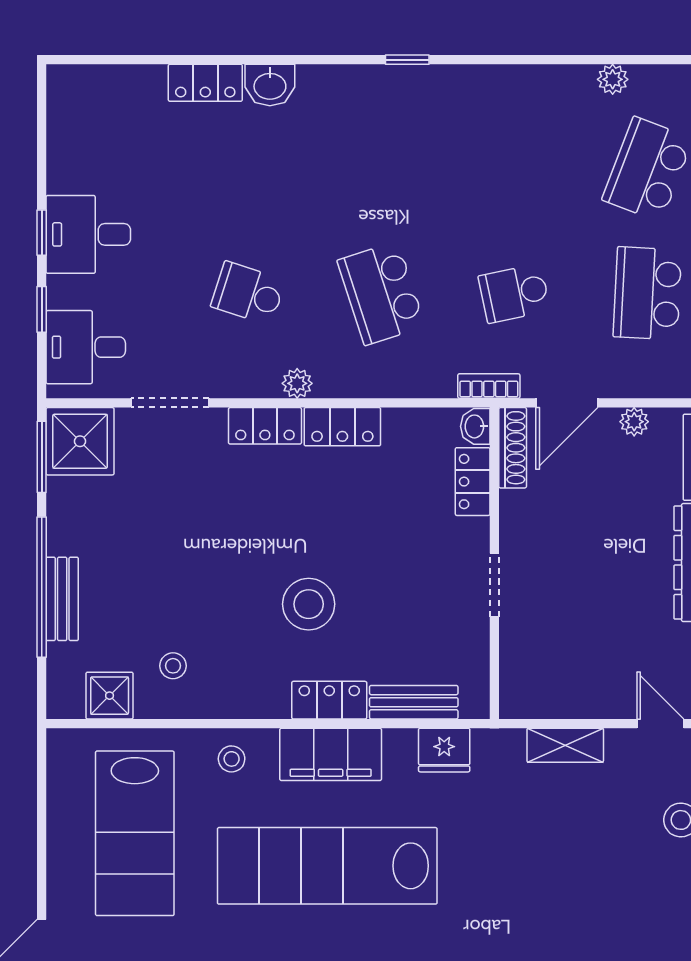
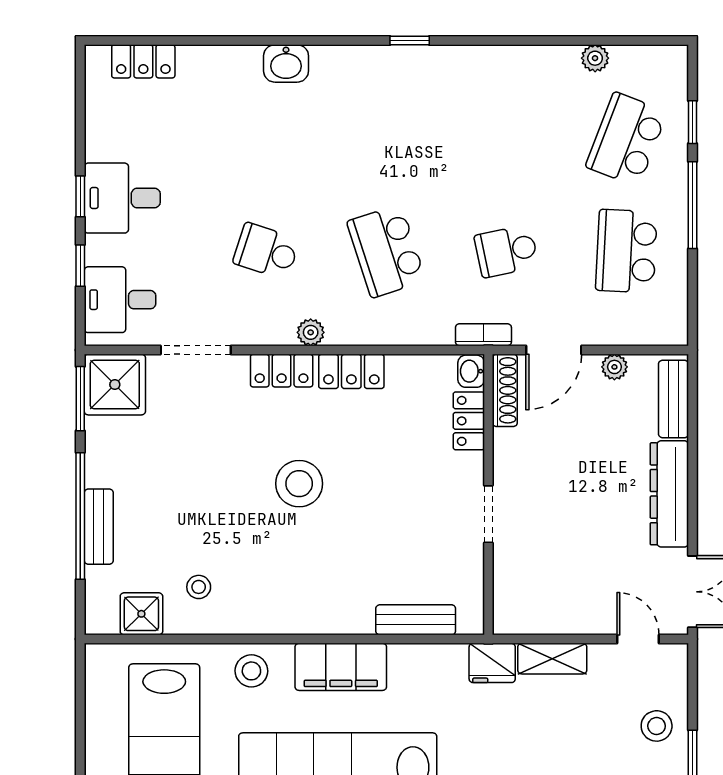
locker: (205, 83) -> (143, 61), moved
stool: (309, 604) -> (299, 484), moved
locker: (329, 700) -> (339, 618), removed
fridge: (444, 750) -> (492, 663), moved
stool: (232, 759) -> (251, 671), width x1.37, depth x1.37

